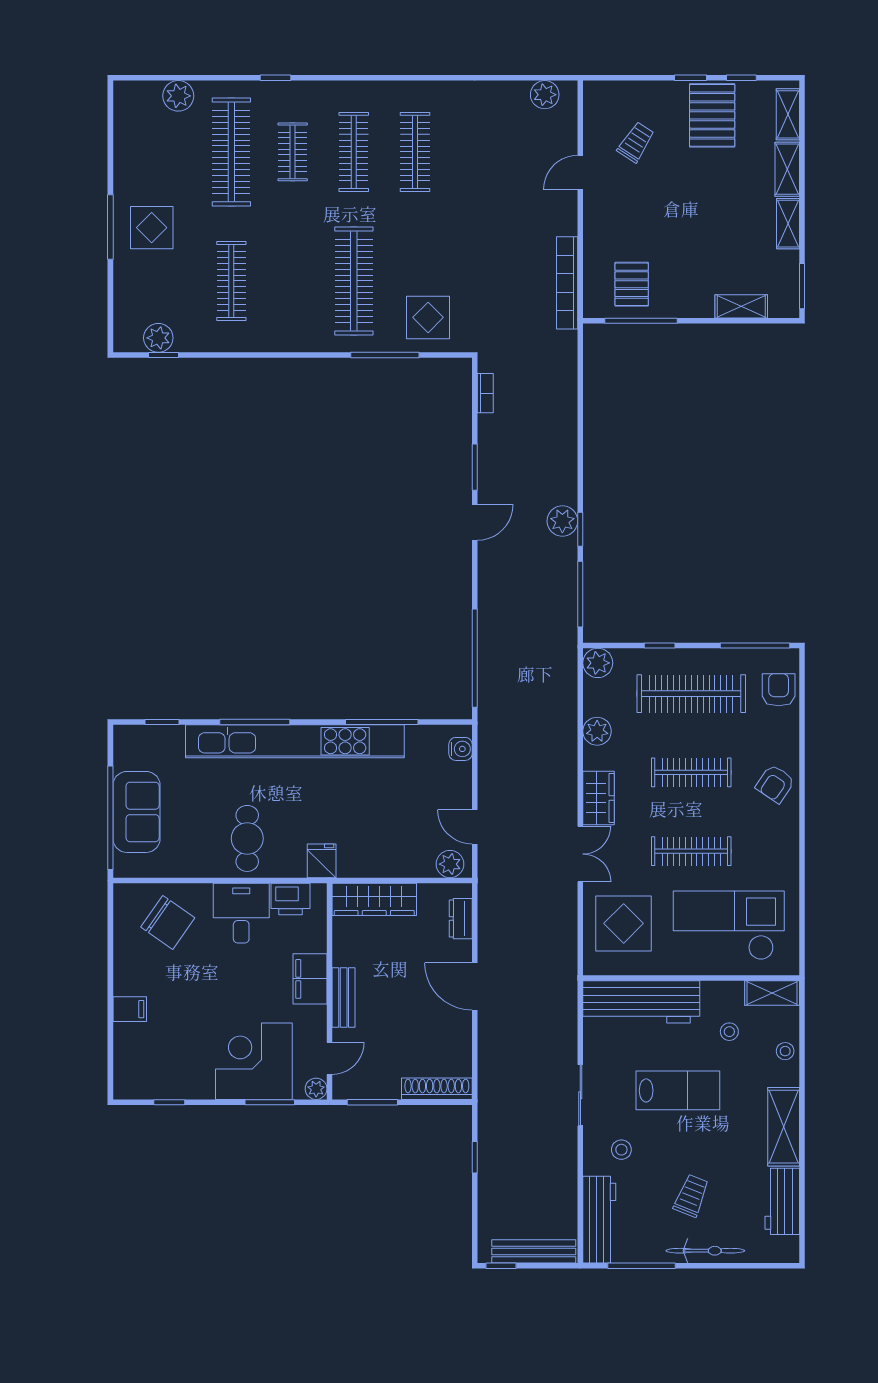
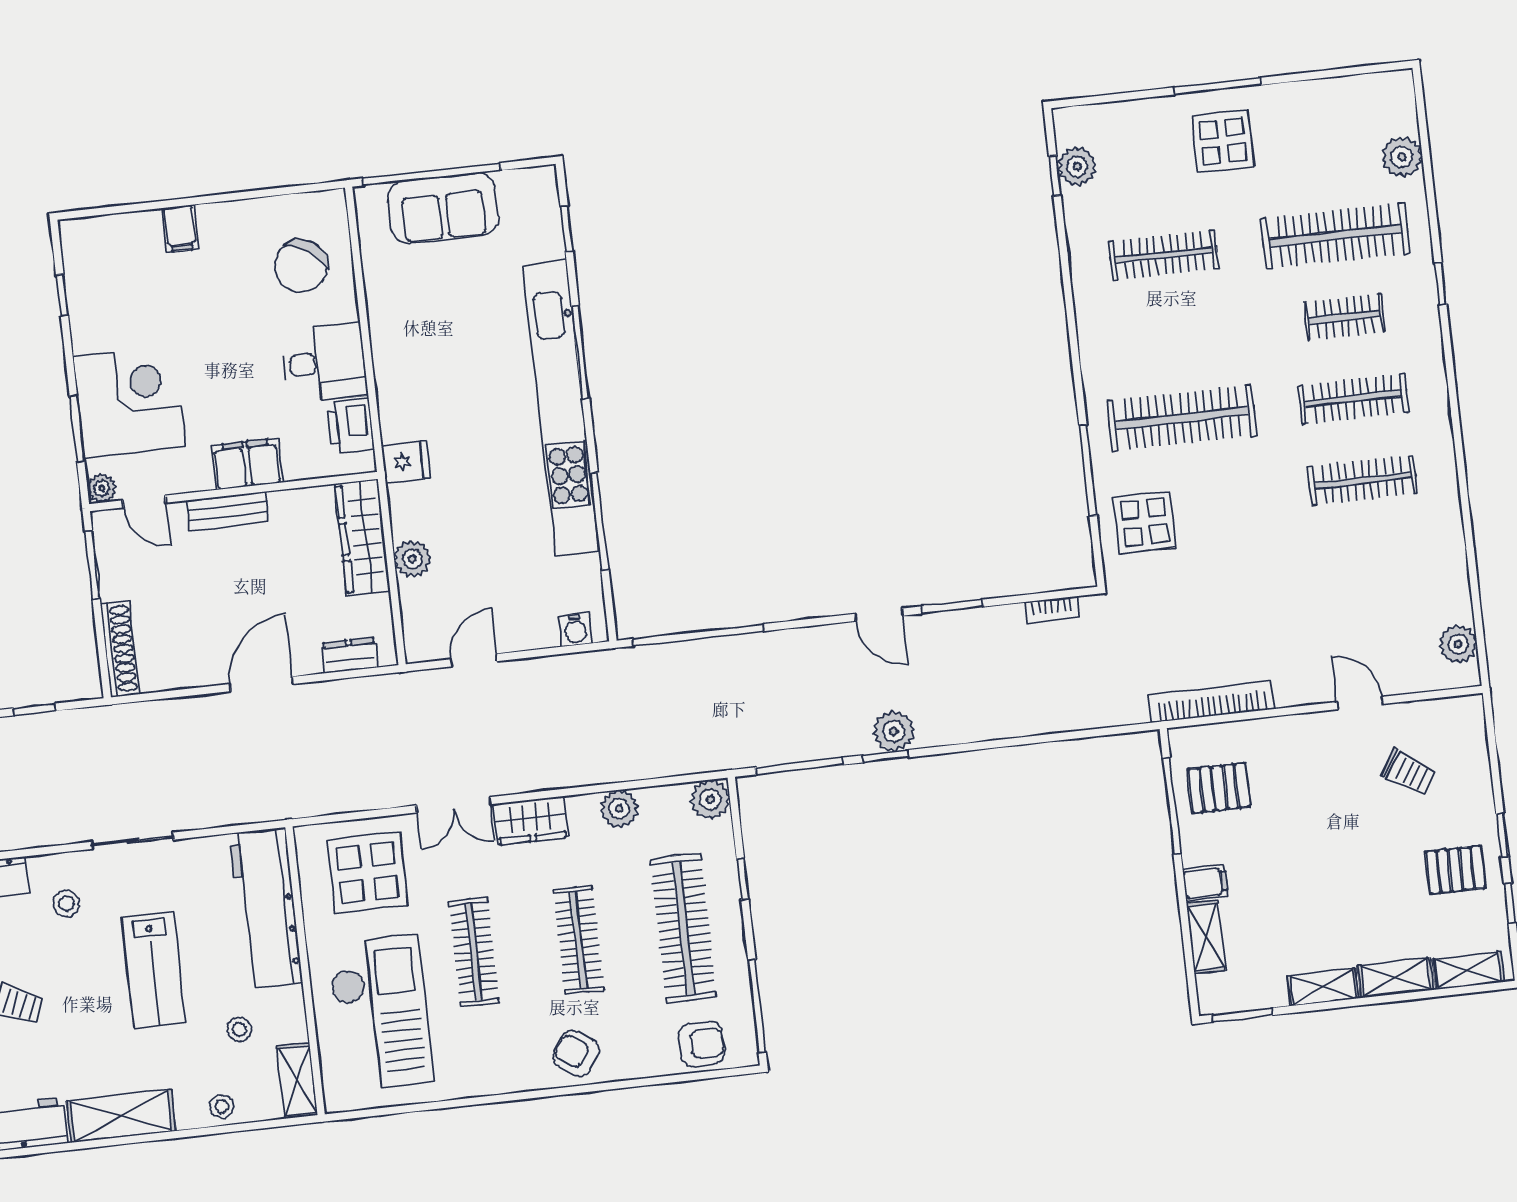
pallet: (712, 115) -> (1456, 870), width x0.67, depth x0.71
filing cabinet: (701, 302) -> (1205, 883), added
cafe table: (247, 838) -> (424, 359), removed
plant: (450, 864) -> (412, 559), moved

